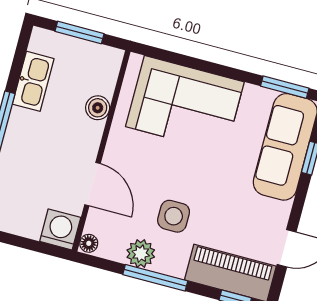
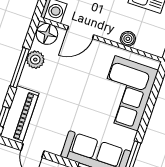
side table: (174, 216) -> (57, 82), removed
floor lamp: (89, 243) -> (47, 34), width x1.89, depth x1.89

